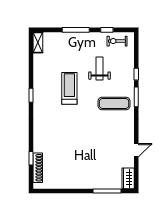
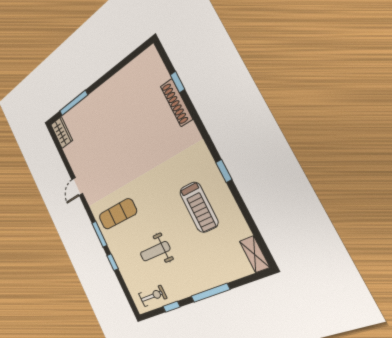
weight bench: (100, 68) -> (155, 251), turned 90
treadmill: (69, 88) -> (199, 207), moved
door: (136, 150) -> (77, 187), moved
shoe rack: (38, 168) -> (176, 103), moved

